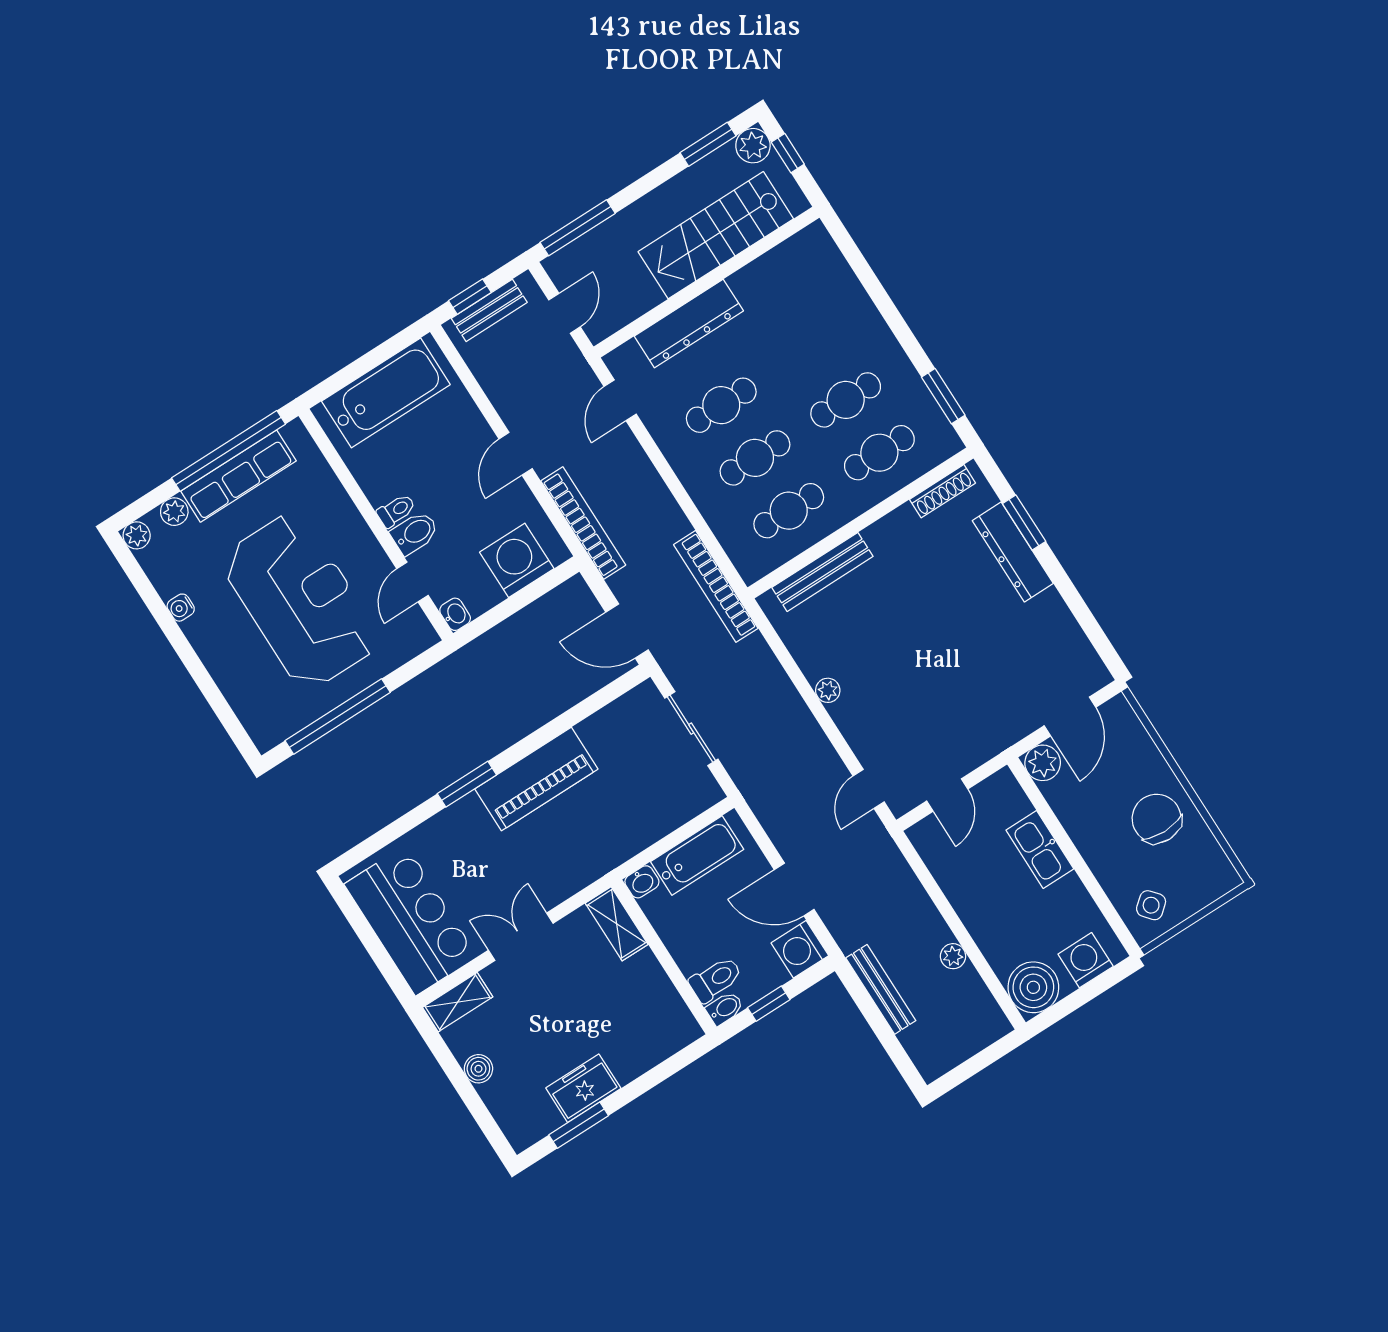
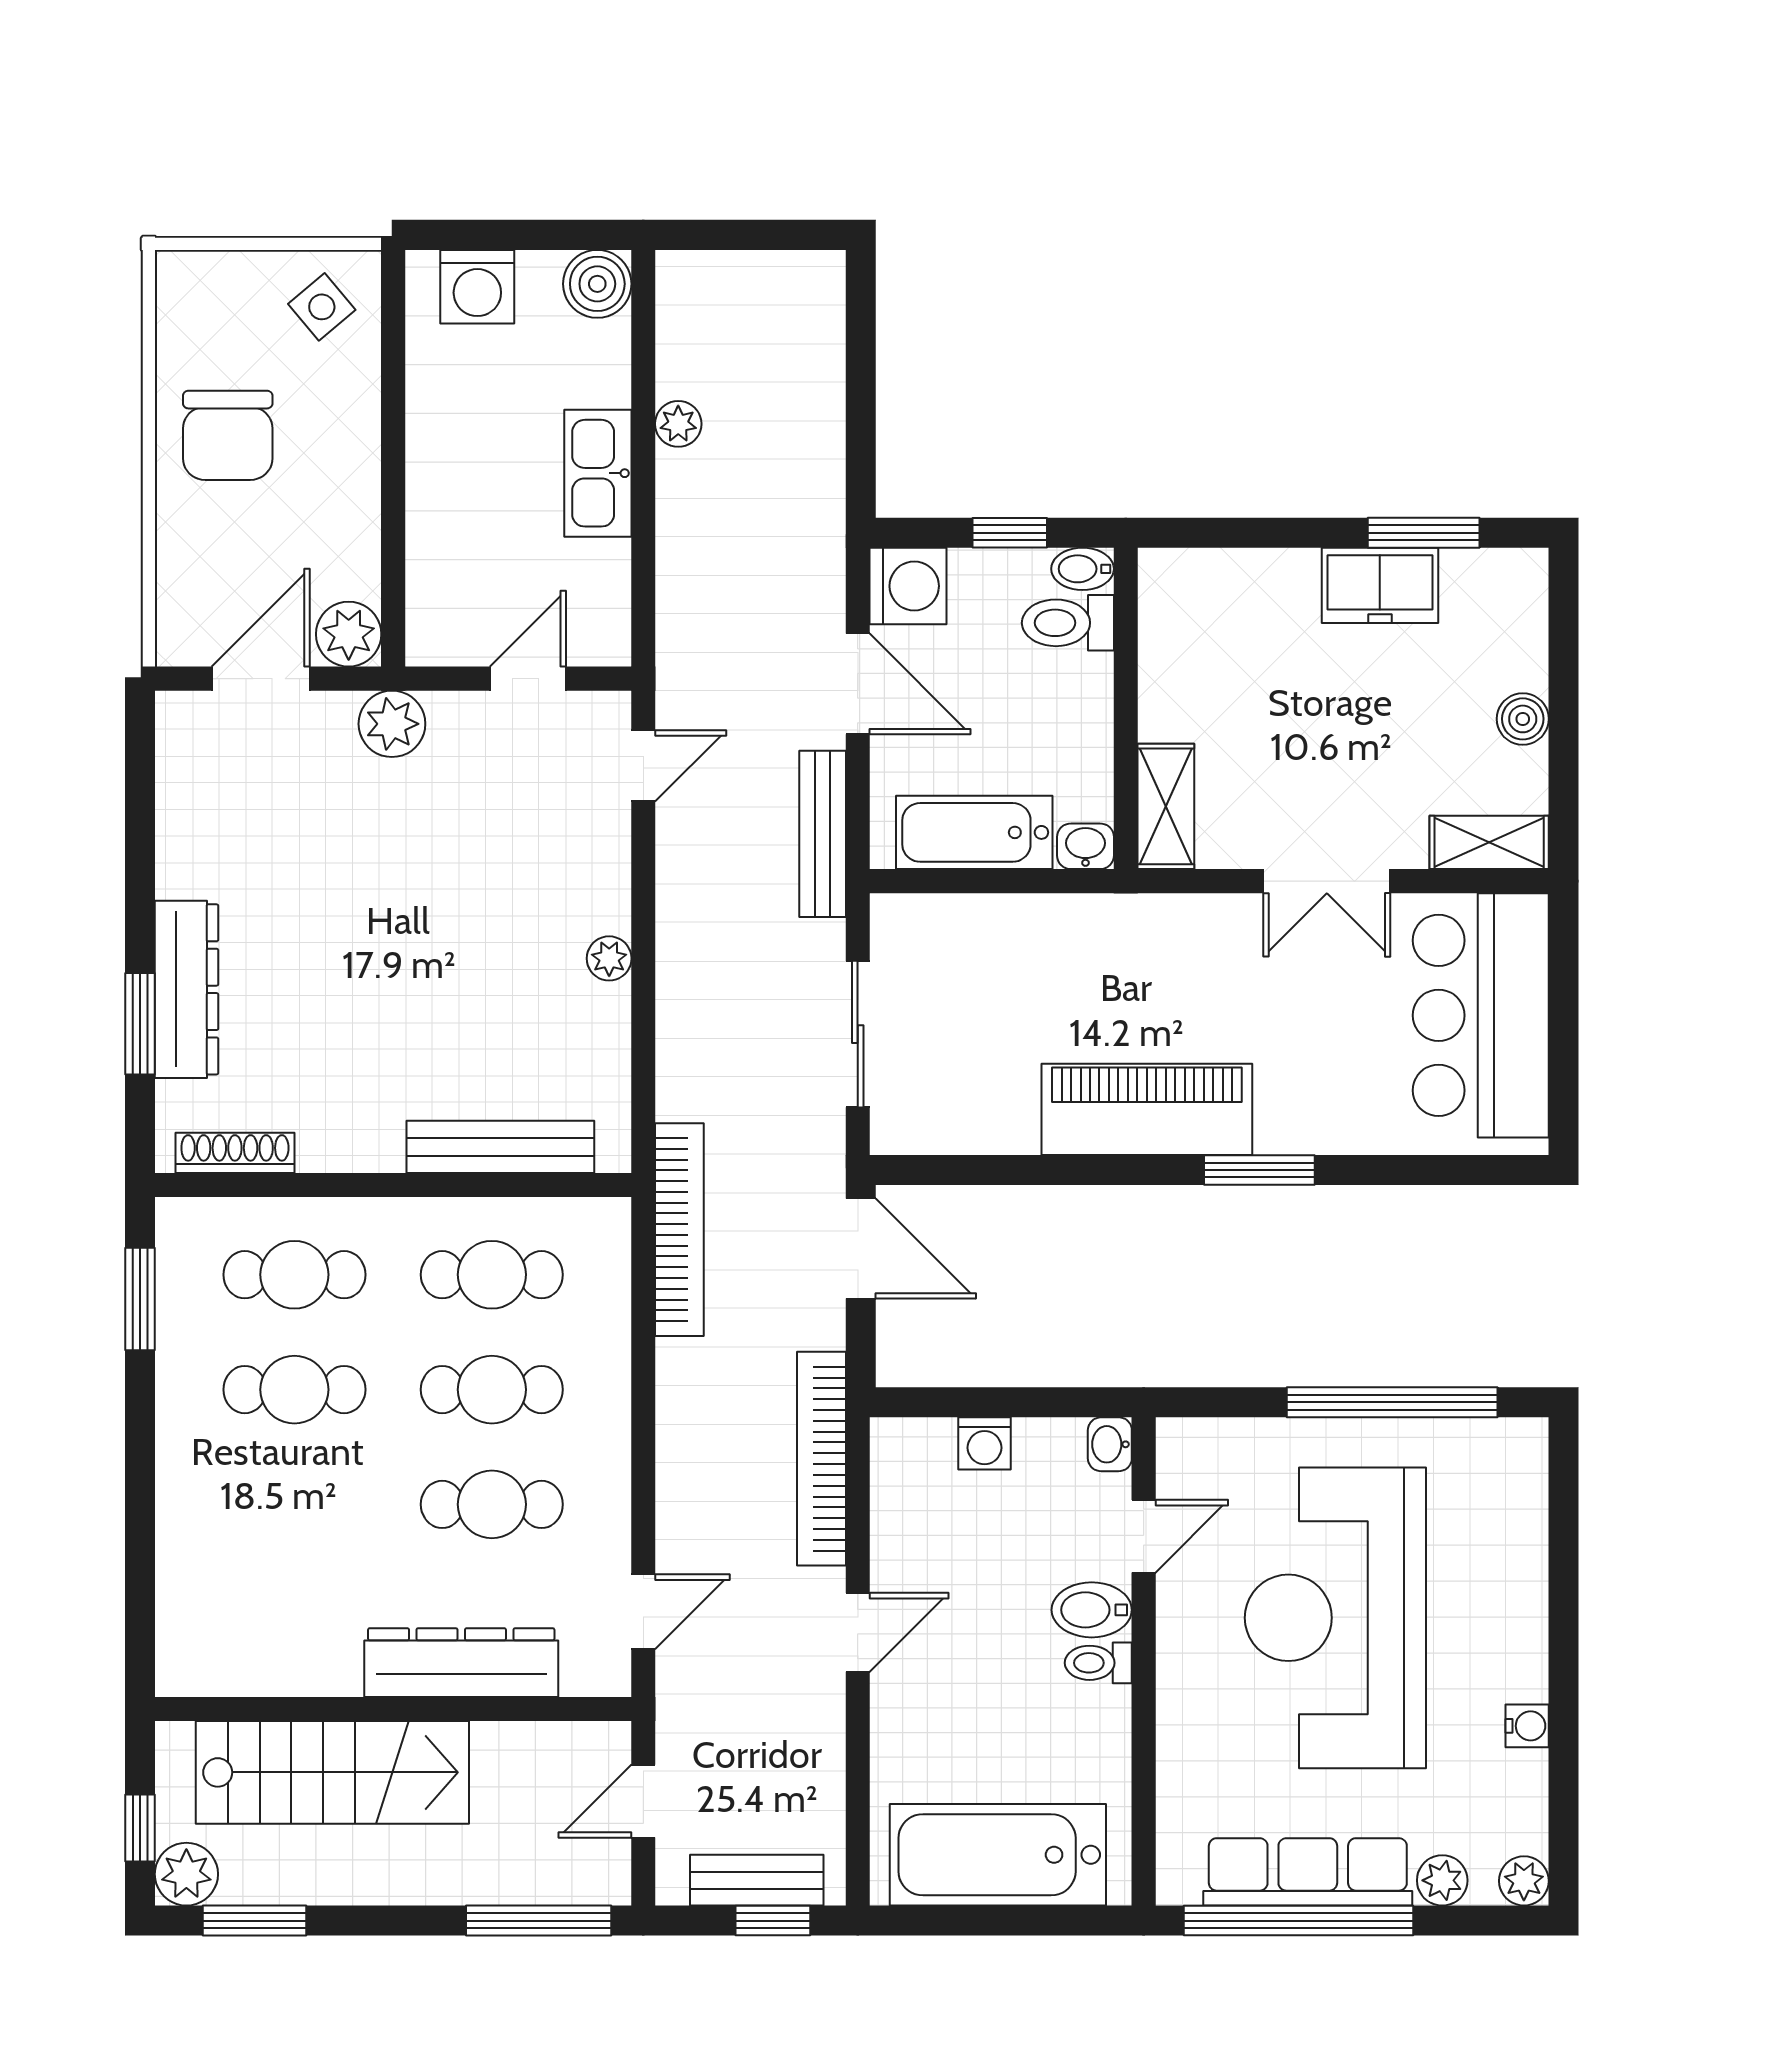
washing machine: (517, 560) -> (984, 1443), width x0.53, depth x0.53
plant: (996, 734) -> (392, 724), added
kitchen sink: (1040, 849) -> (598, 473), moved, turned 180
boiler: (1033, 987) -> (597, 284), width x0.73, depth x0.73
bench: (881, 989) -> (823, 834), moved

